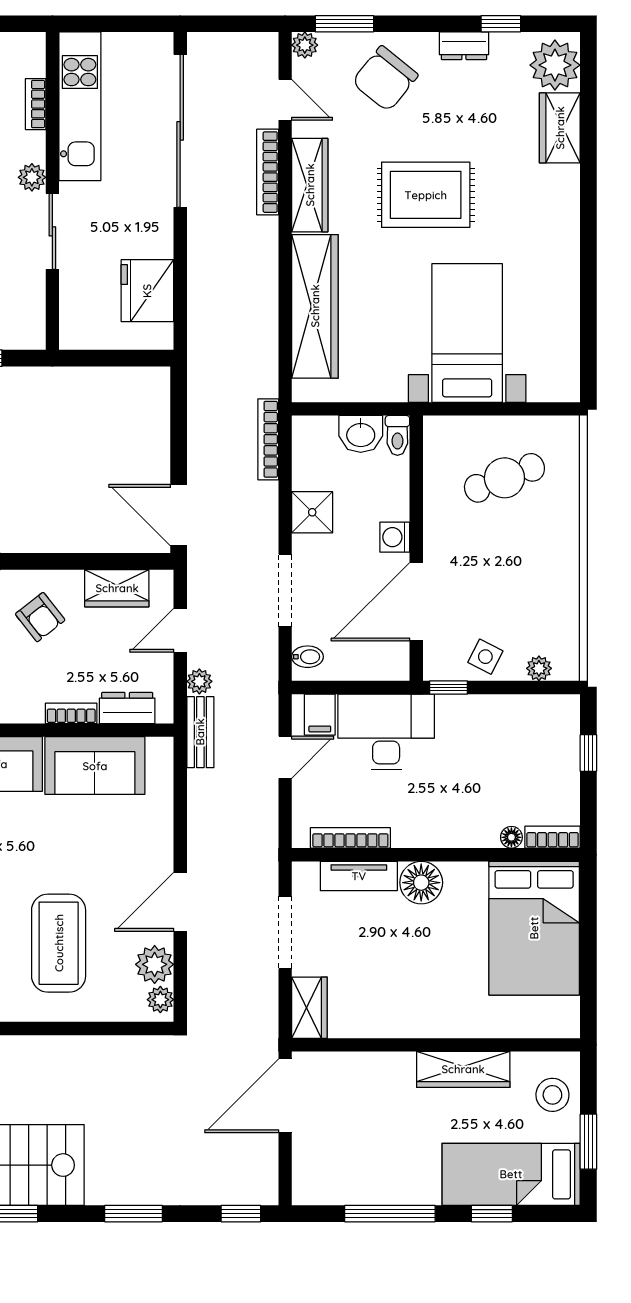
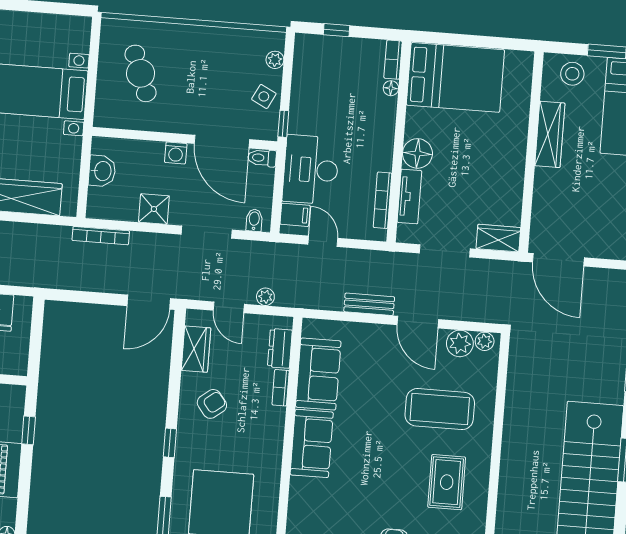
toilet: (397, 435) -> (262, 158), moved, turned 180
bench: (200, 732) -> (369, 304), moved

